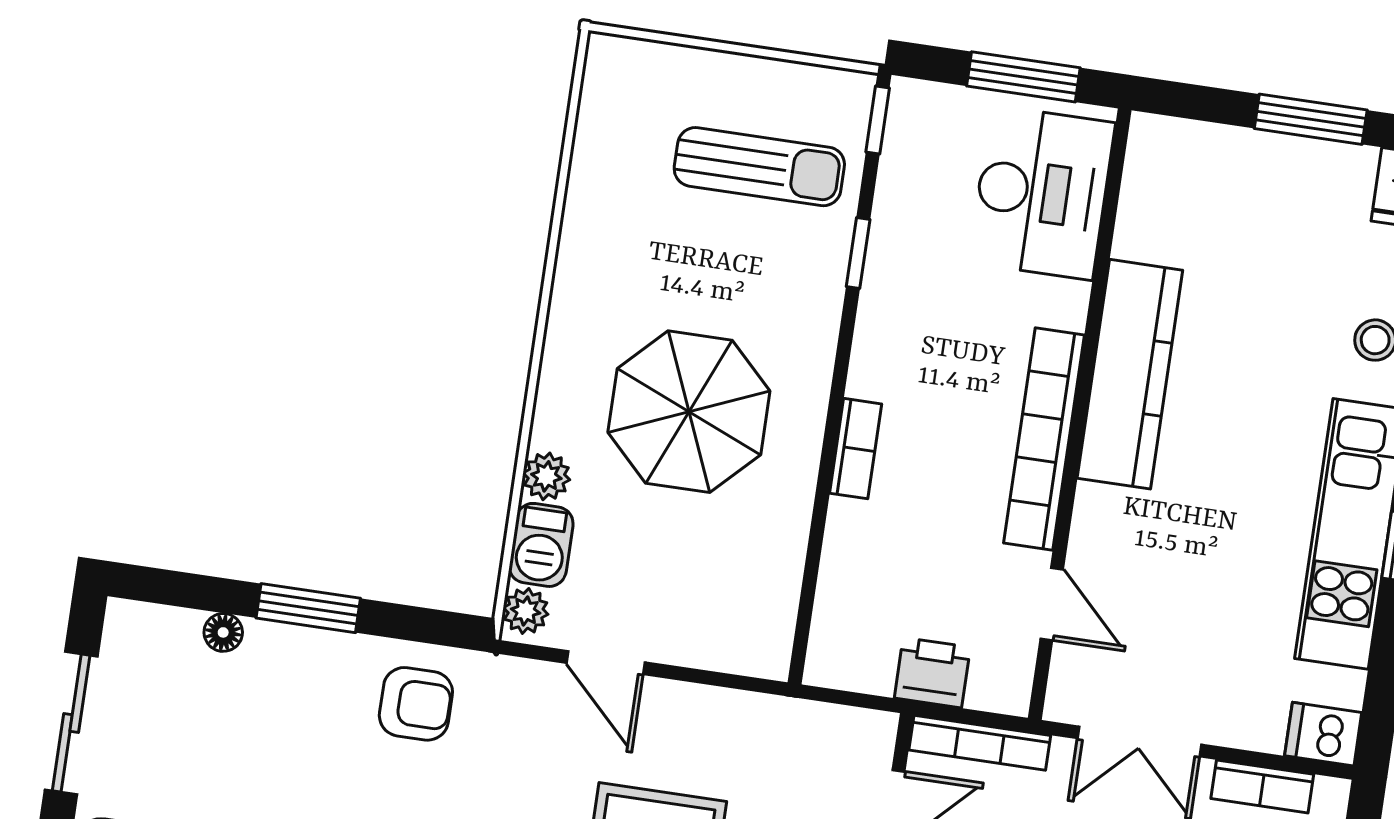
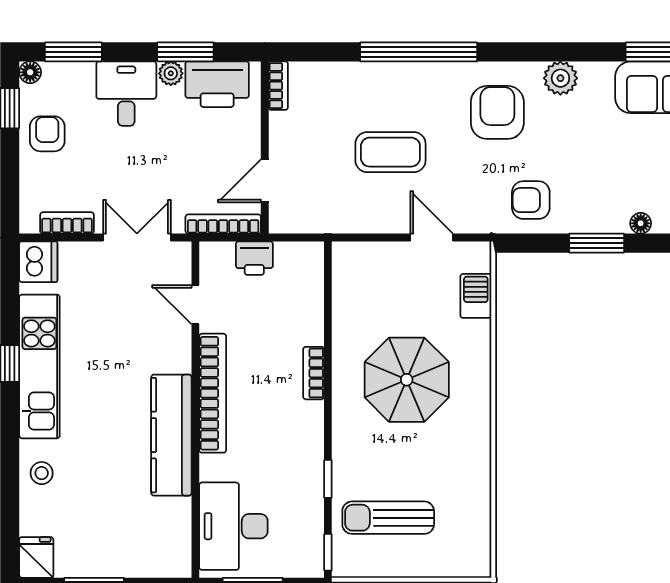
plant: (546, 476) -> (478, 333), removed
plant: (526, 611) -> (479, 259), removed
dishwasher: (1323, 734) -> (38, 262), width x1.38

